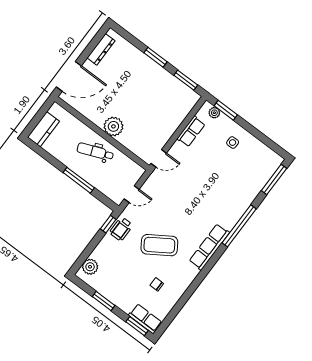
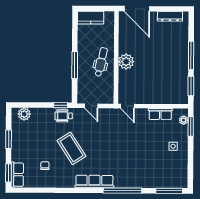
window: (156, 57) -> (191, 55), width x1.44
dental chair: (95, 152) -> (101, 62), turned 35

